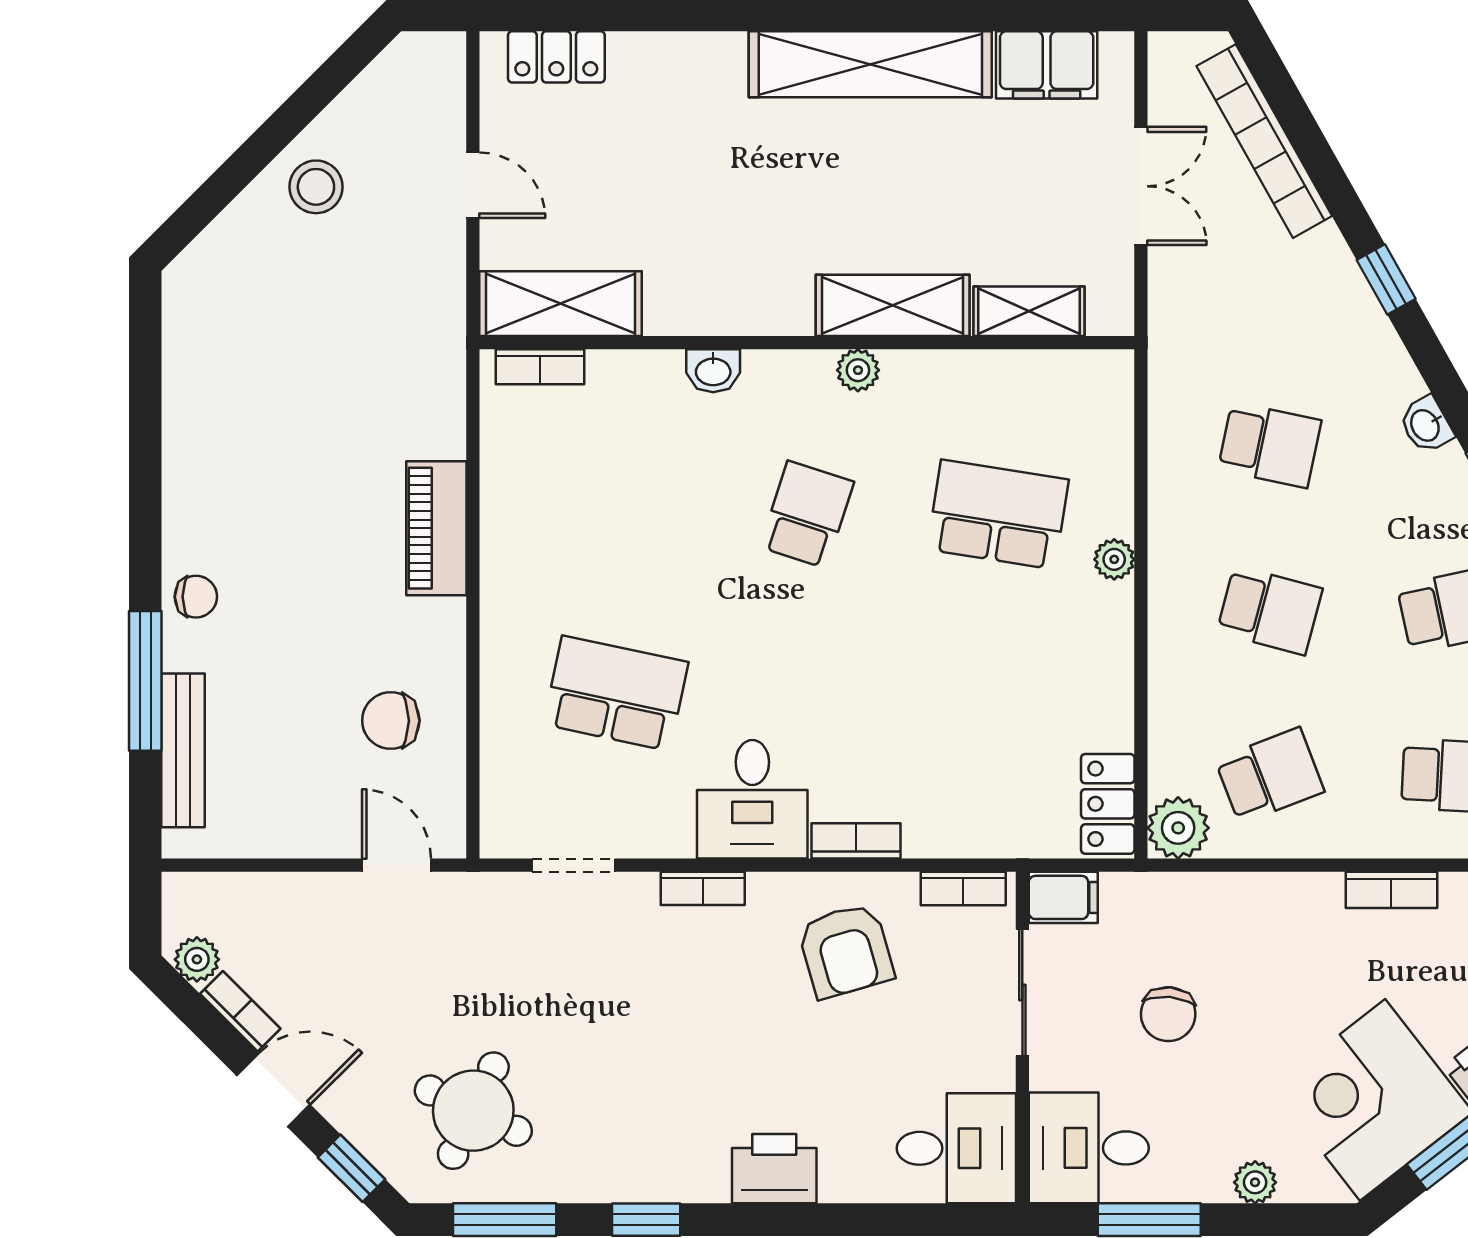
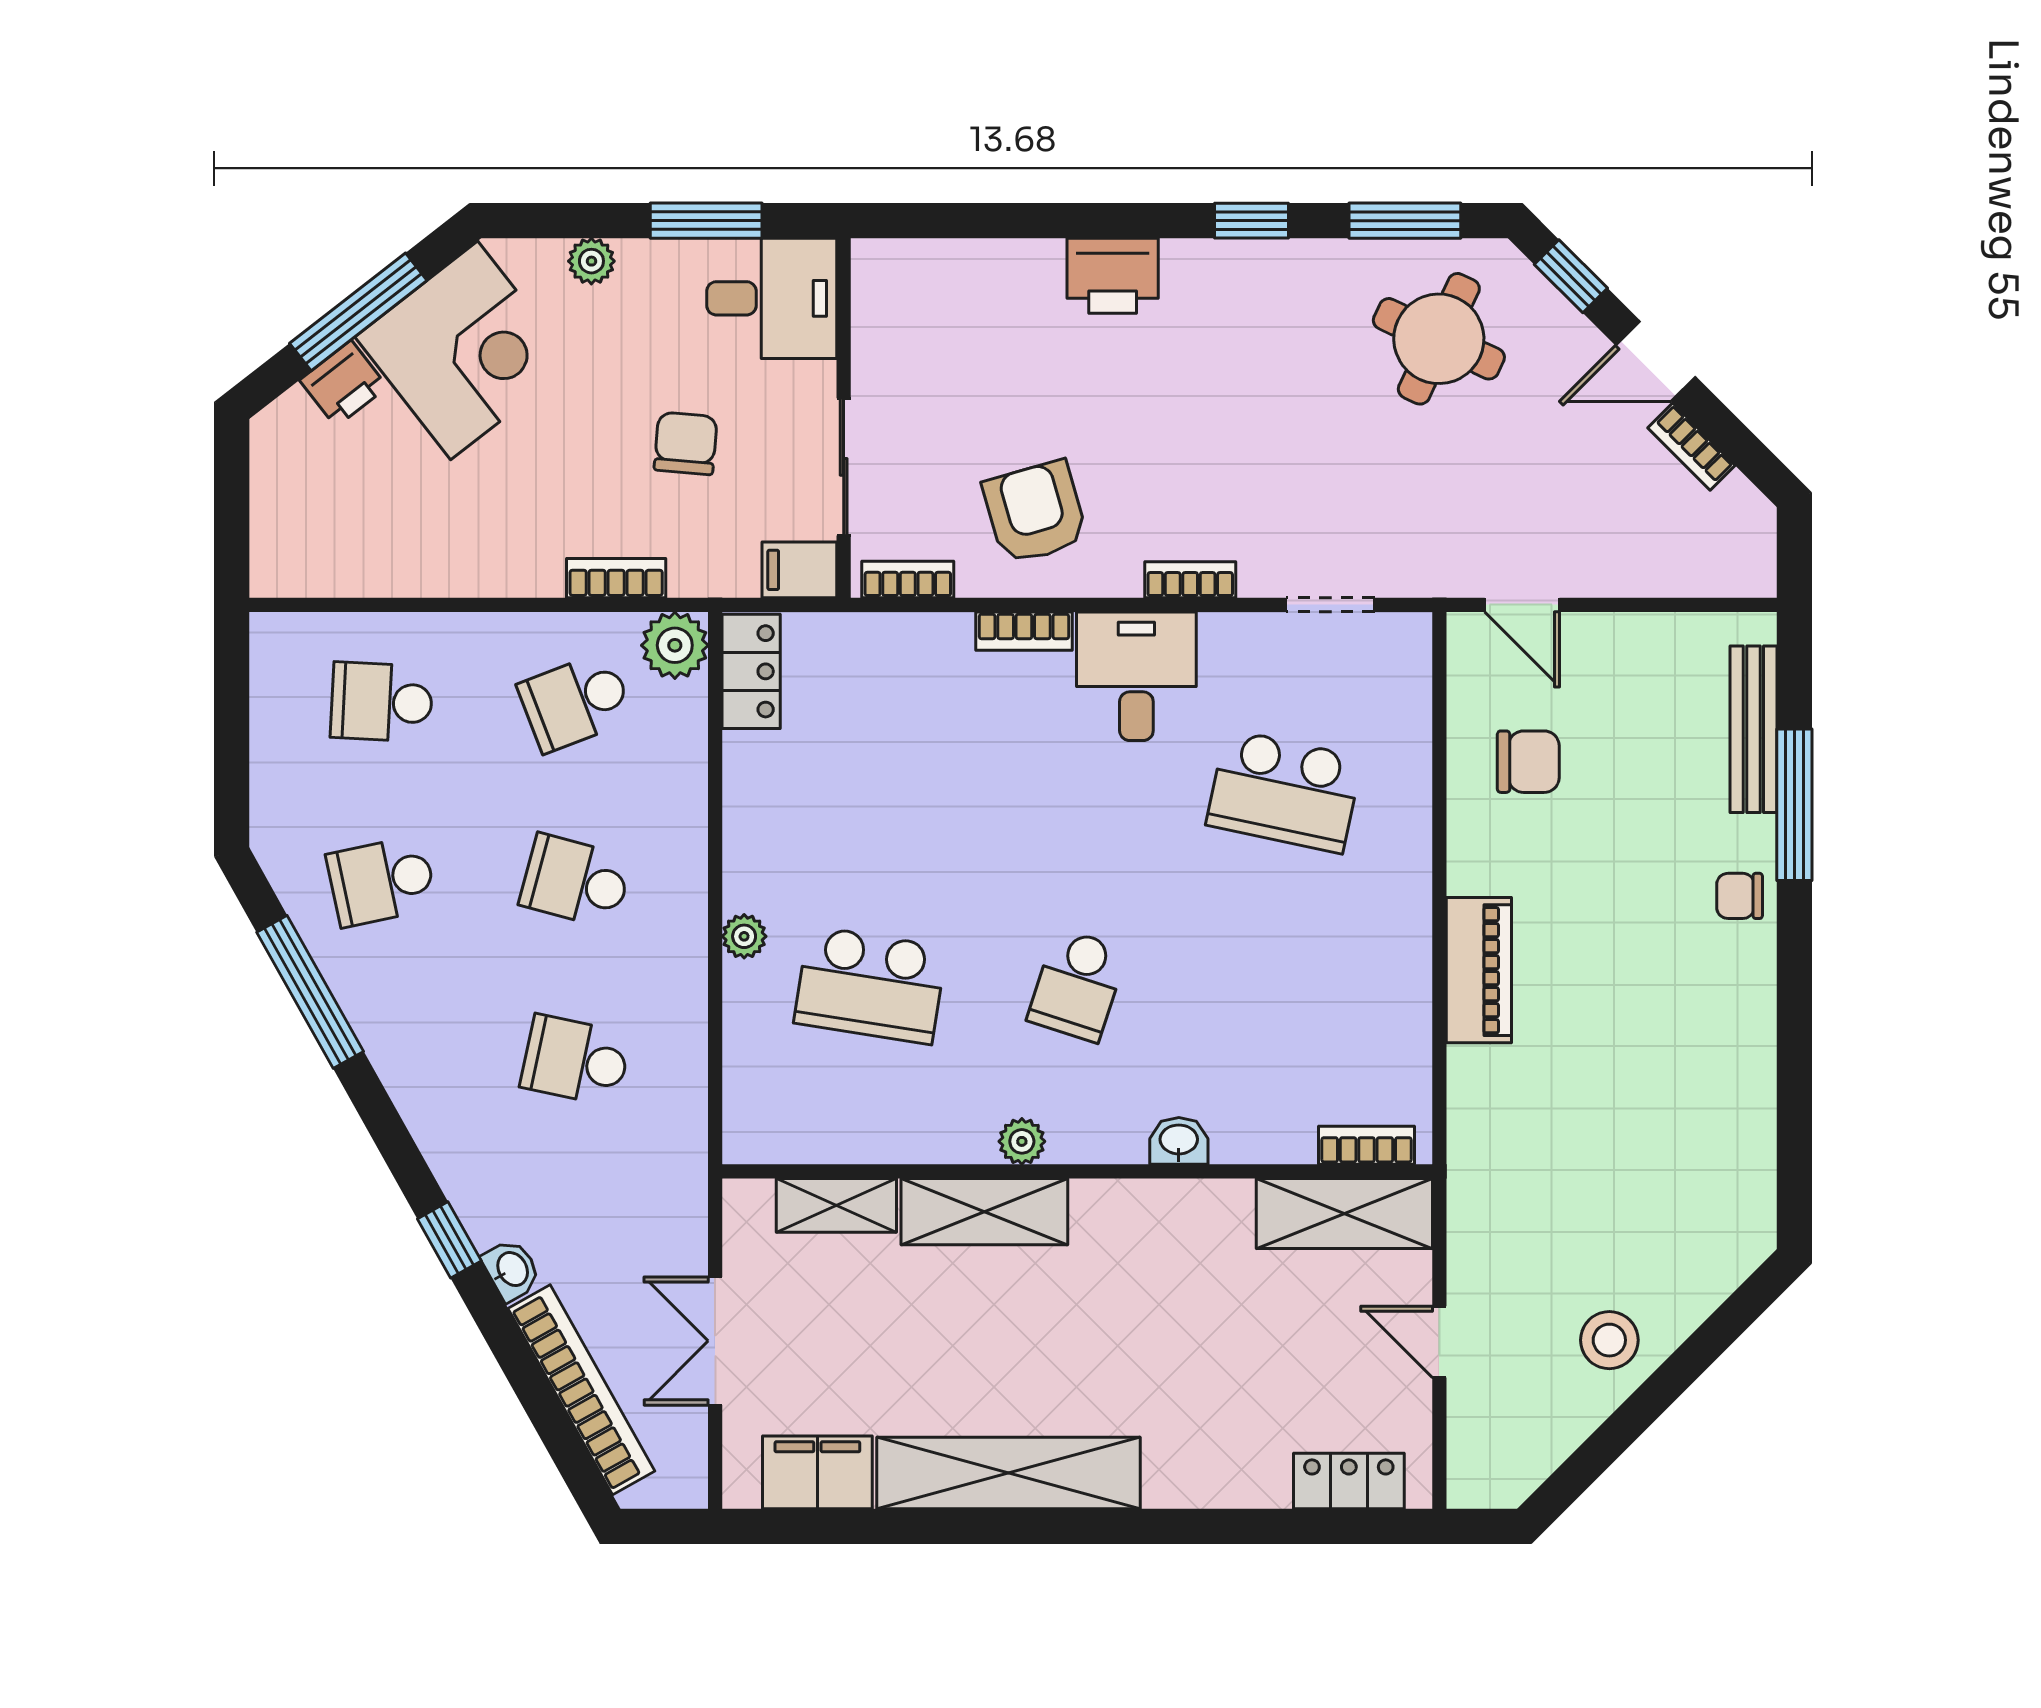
washbasin: (1426, 425) -> (512, 1270), moved
bookcase: (1391, 890) -> (616, 578), moved
plant: (197, 959) -> (1738, 503), removed
desk: (956, 1148) -> (915, 298), removed

